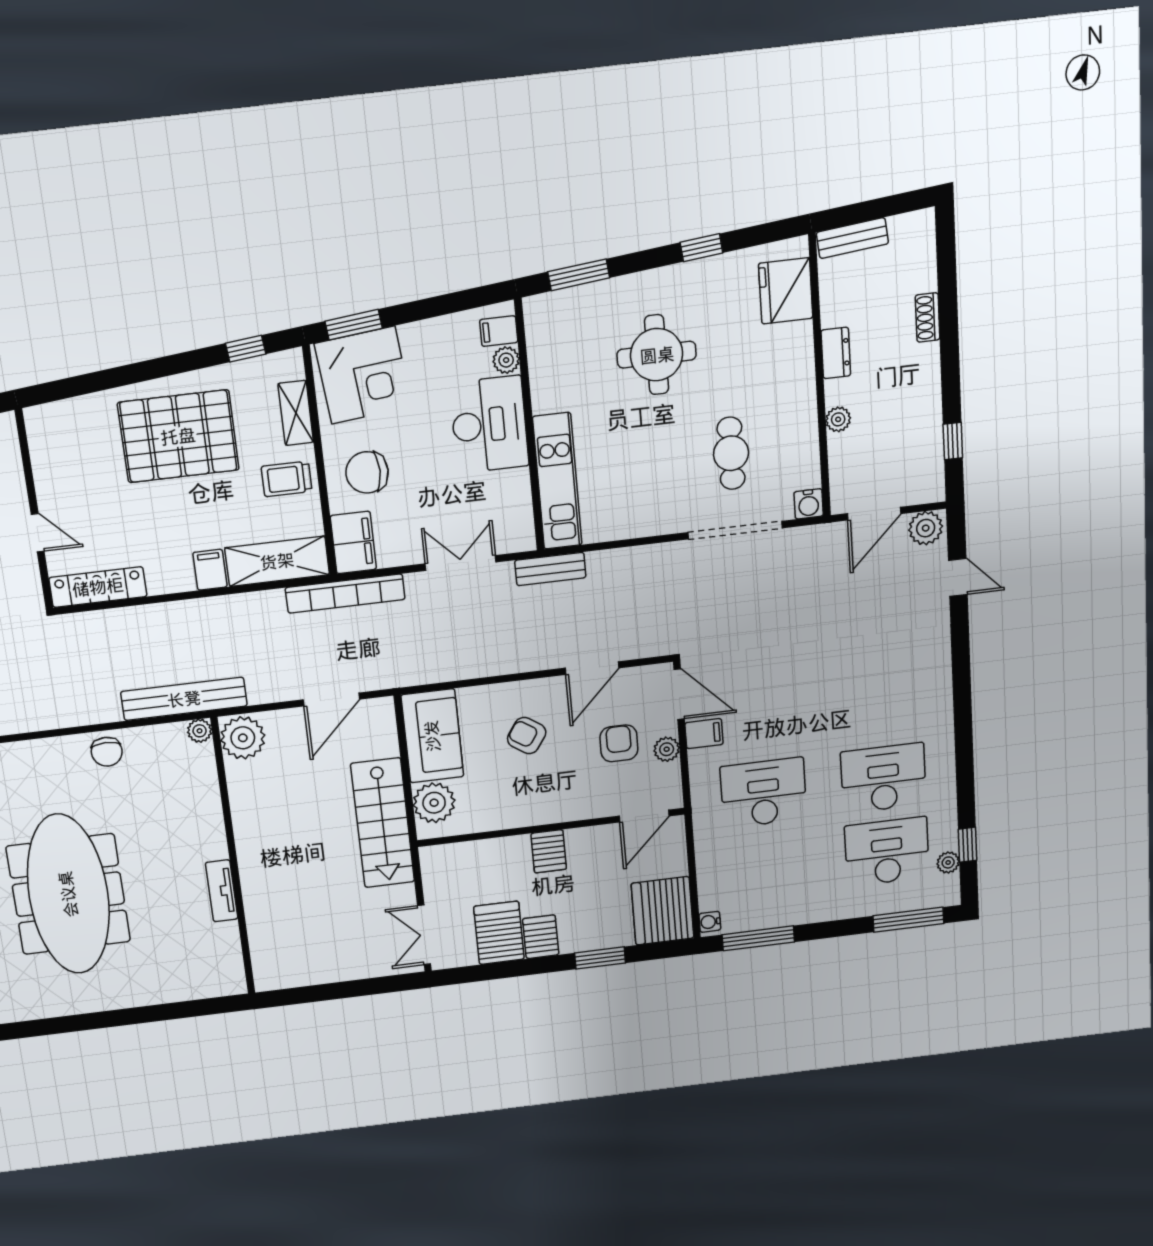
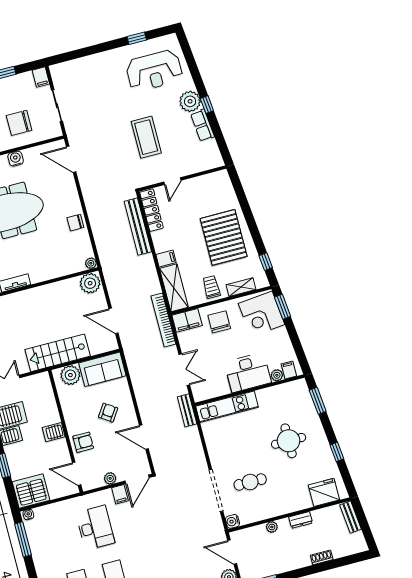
bench: (184, 699) -> (138, 227), moved
armchair: (619, 743) -> (83, 442), moved

